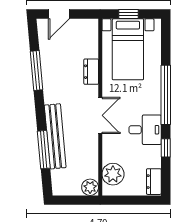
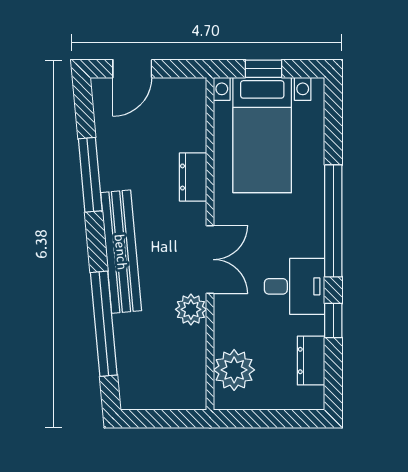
bench: (55, 136) -> (121, 252), moved
window: (44, 150) -> (104, 324), width x1.46
dresser: (154, 182) -> (311, 361), moved
plant: (90, 187) -> (191, 309), moved

